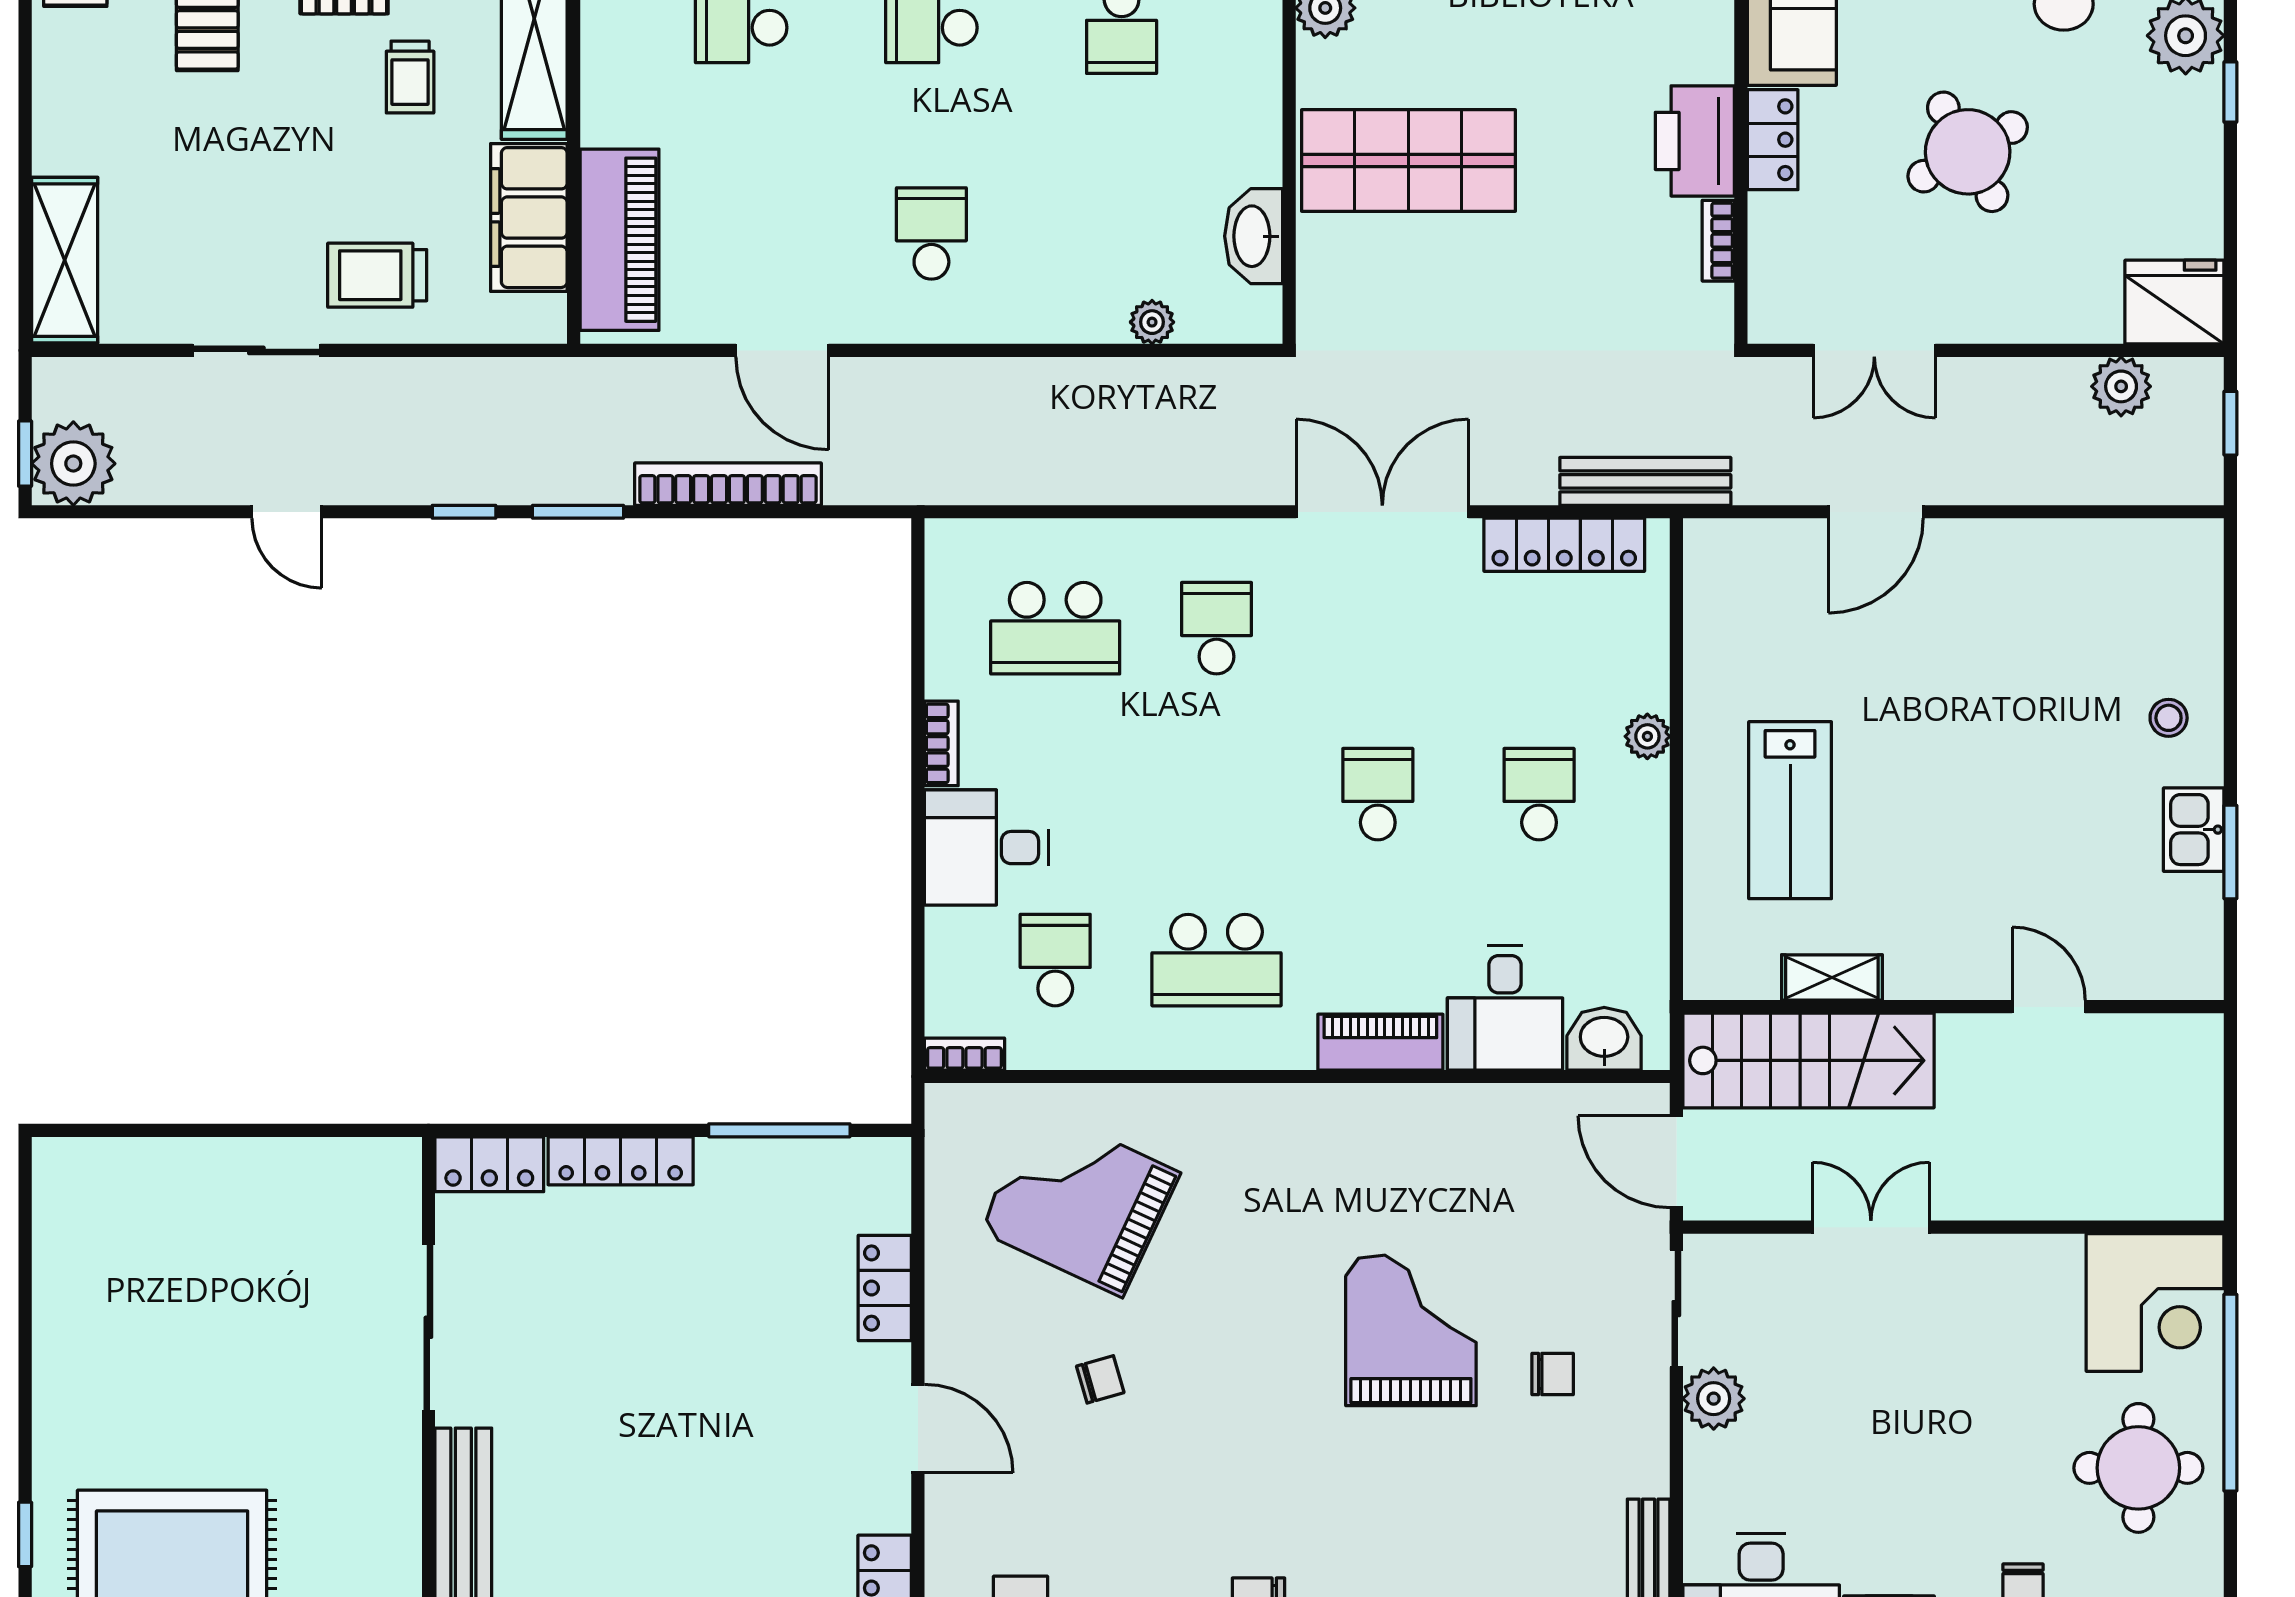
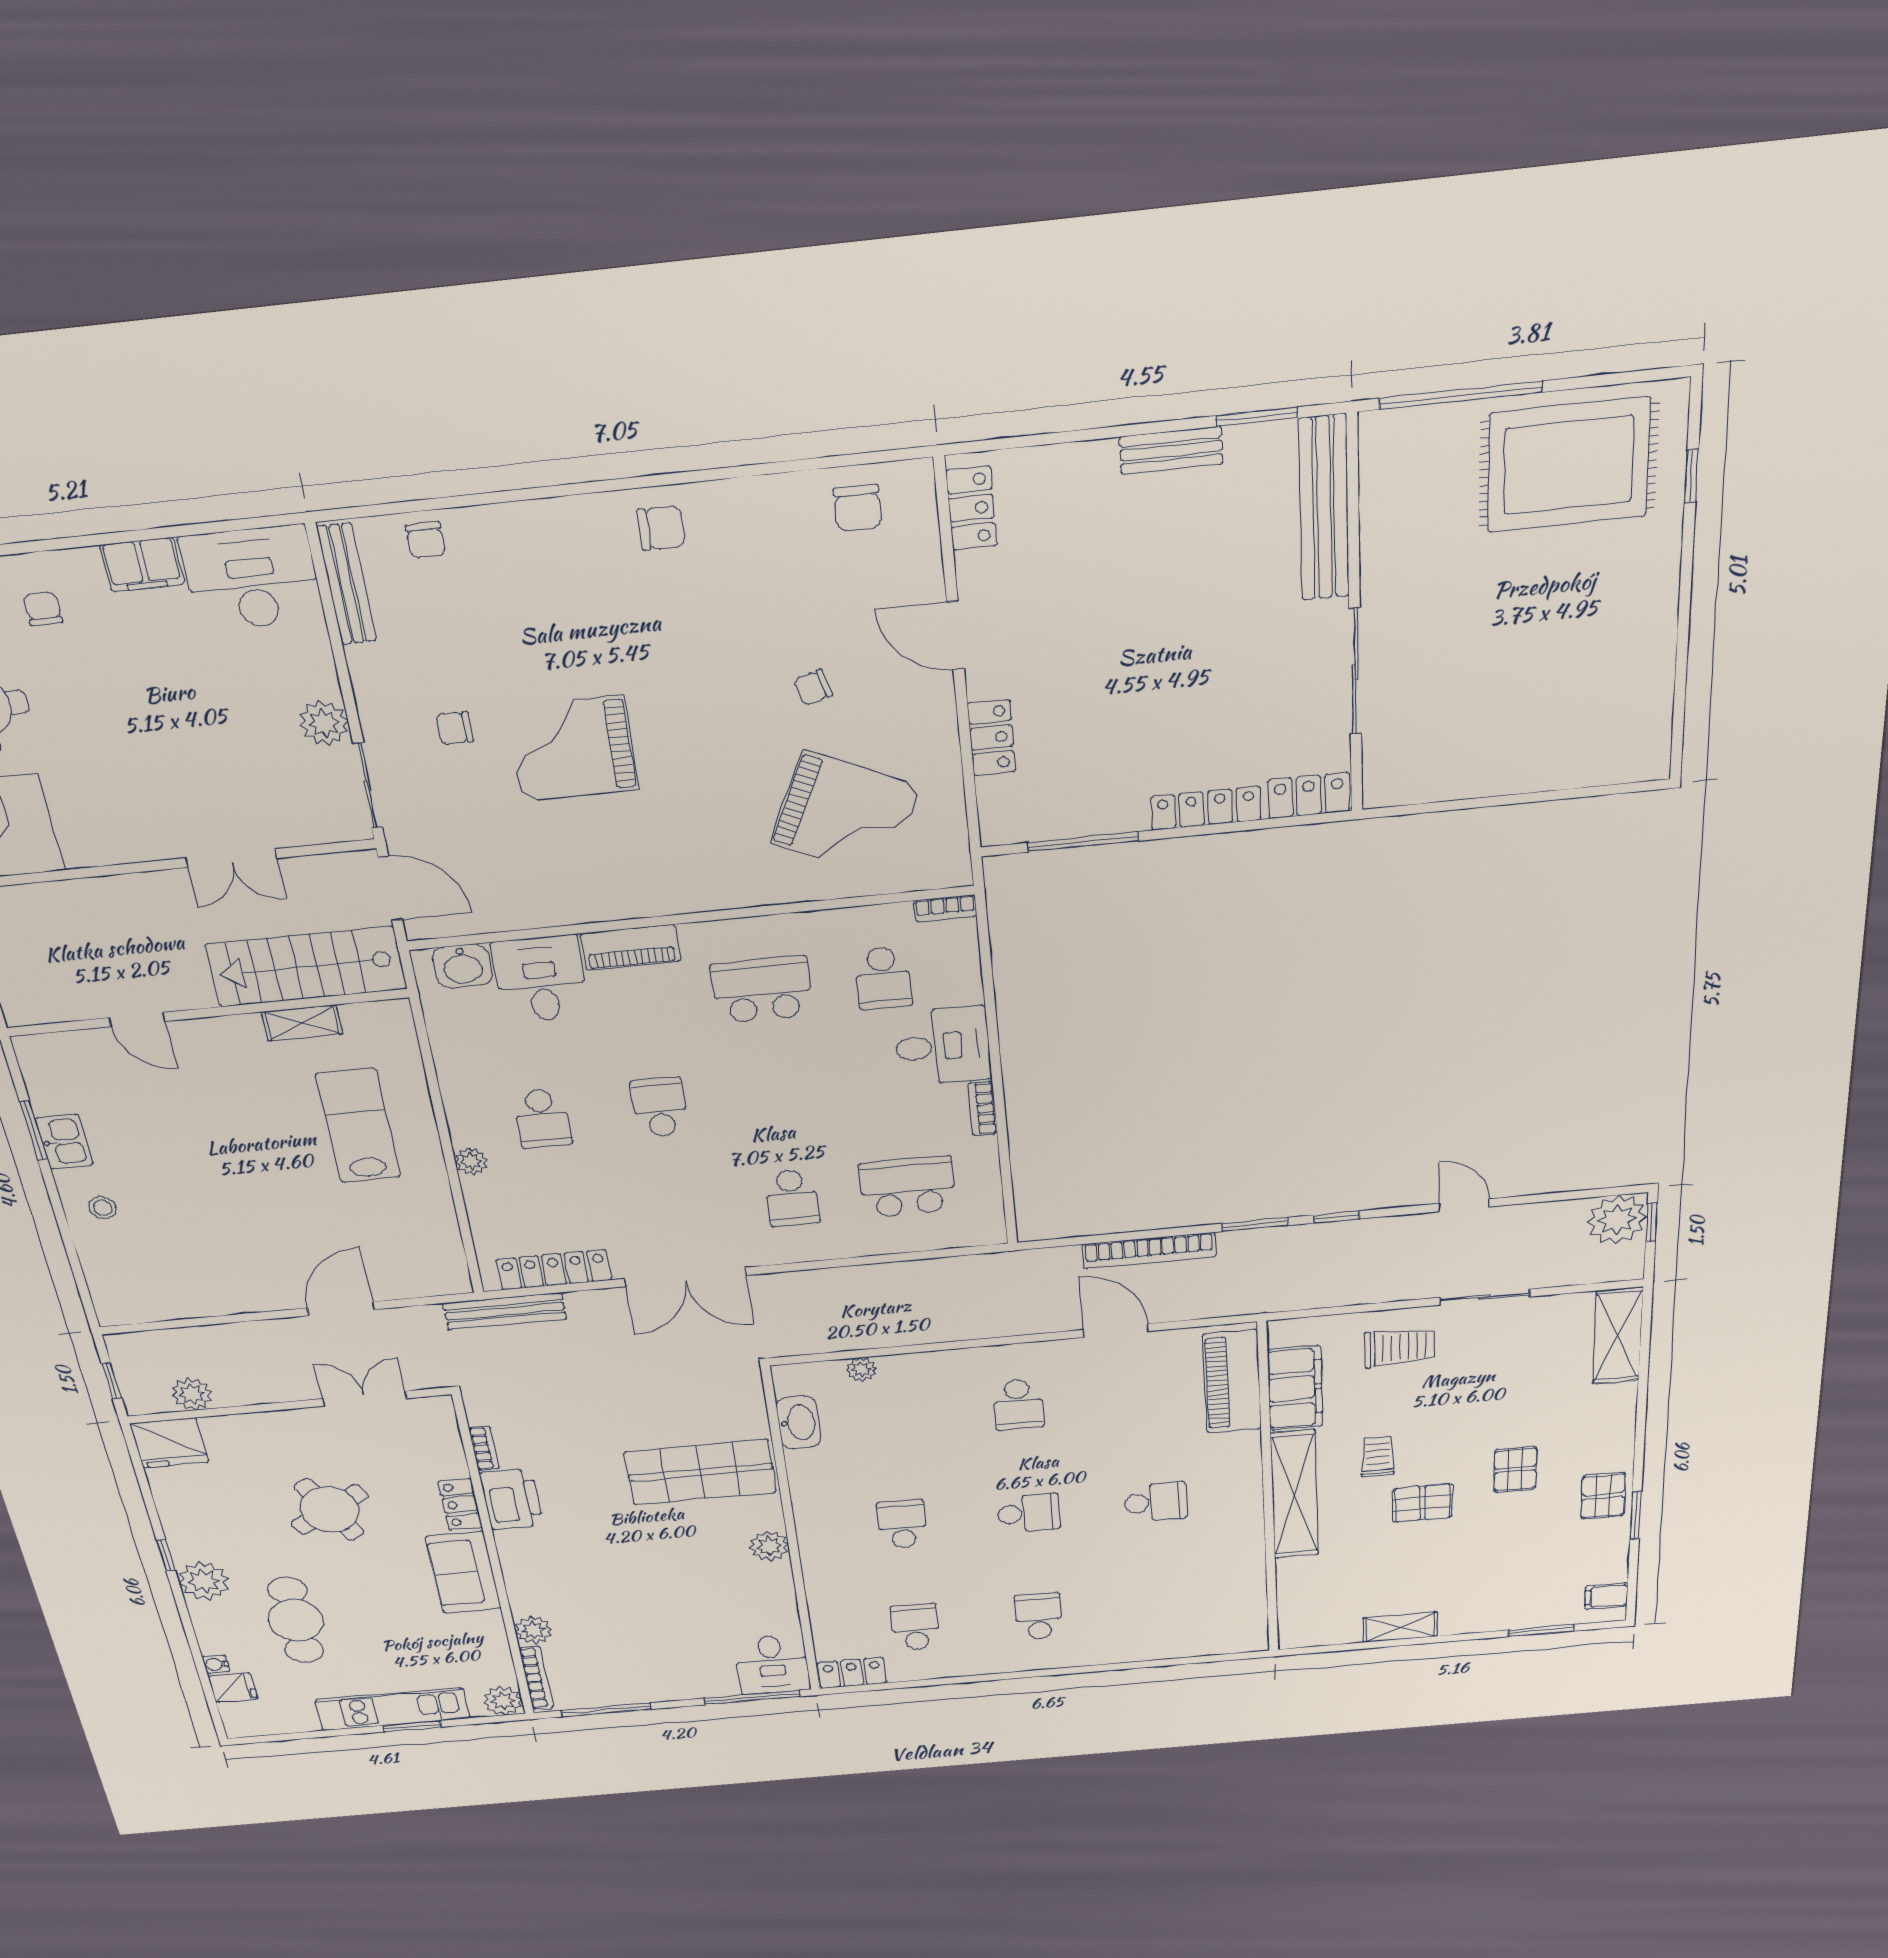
school desk: (1378, 794) -> (660, 1107), turned 180
grand piano: (1411, 1330) -> (572, 749), turned 90

